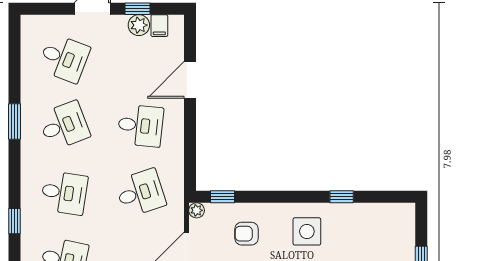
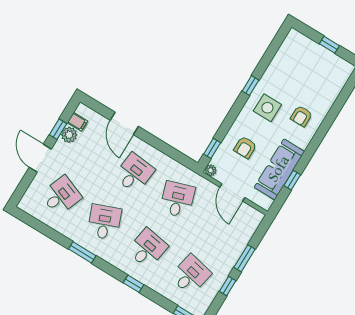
window: (342, 197) -> (250, 86), moved
window: (14, 221) -> (133, 284), moved

